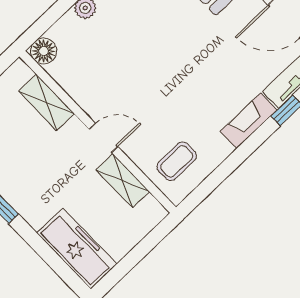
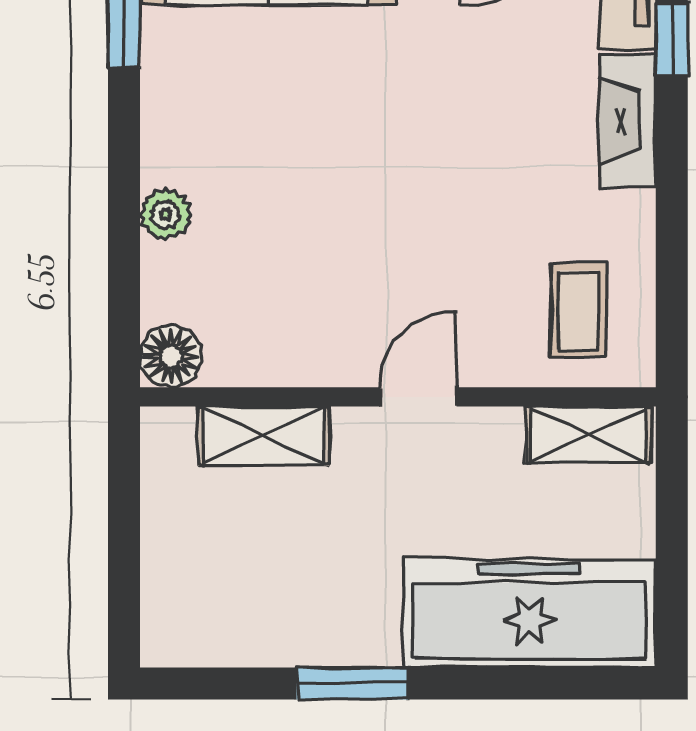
shelving: (123, 181) -> (588, 435), moved
freezer: (77, 249) -> (529, 613), width x1.36, depth x1.26

